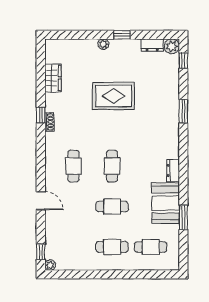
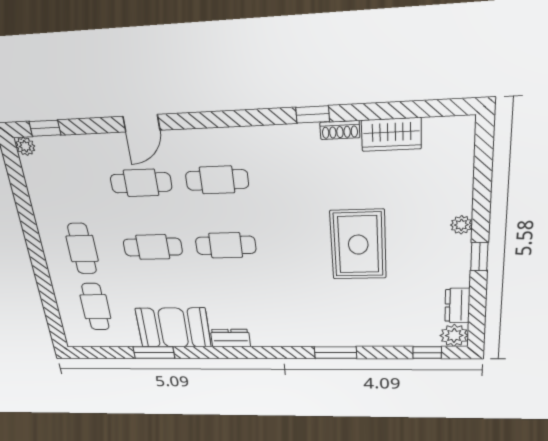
shoe rack: (49, 122) -> (340, 130), moved
cafe table: (73, 207) -> (141, 183), added
cafe table: (112, 207) -> (153, 247), turned 90

